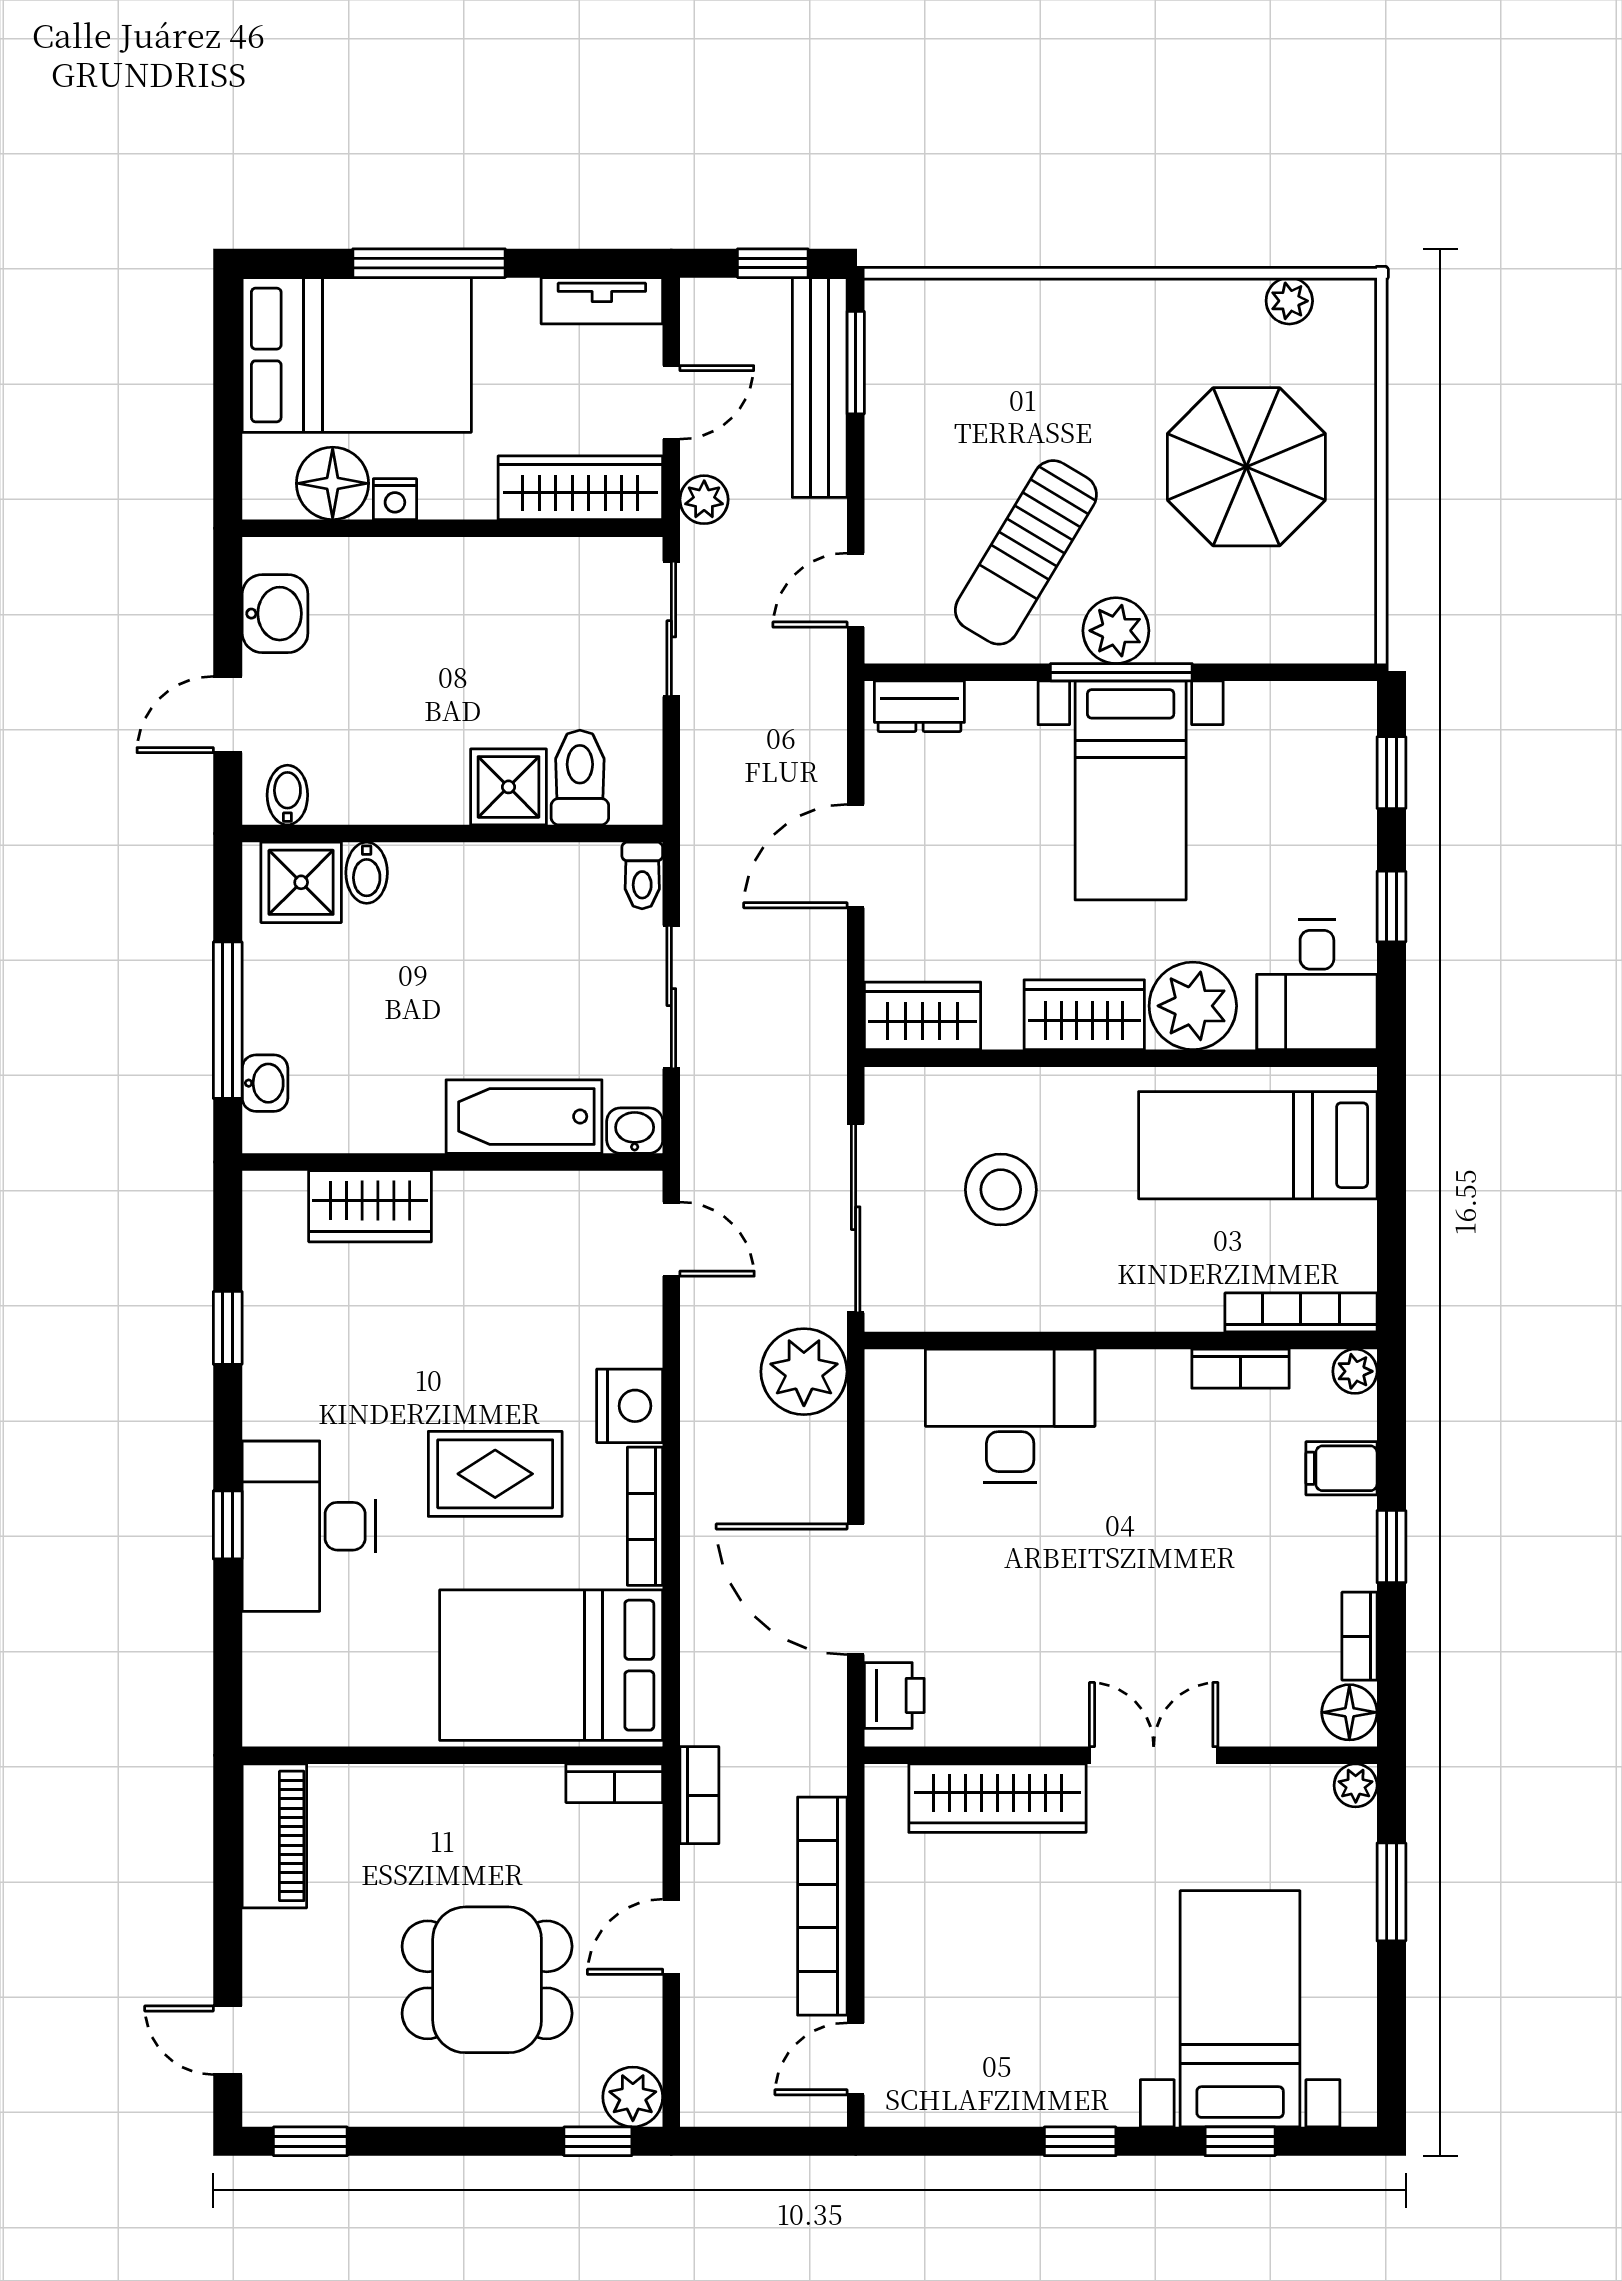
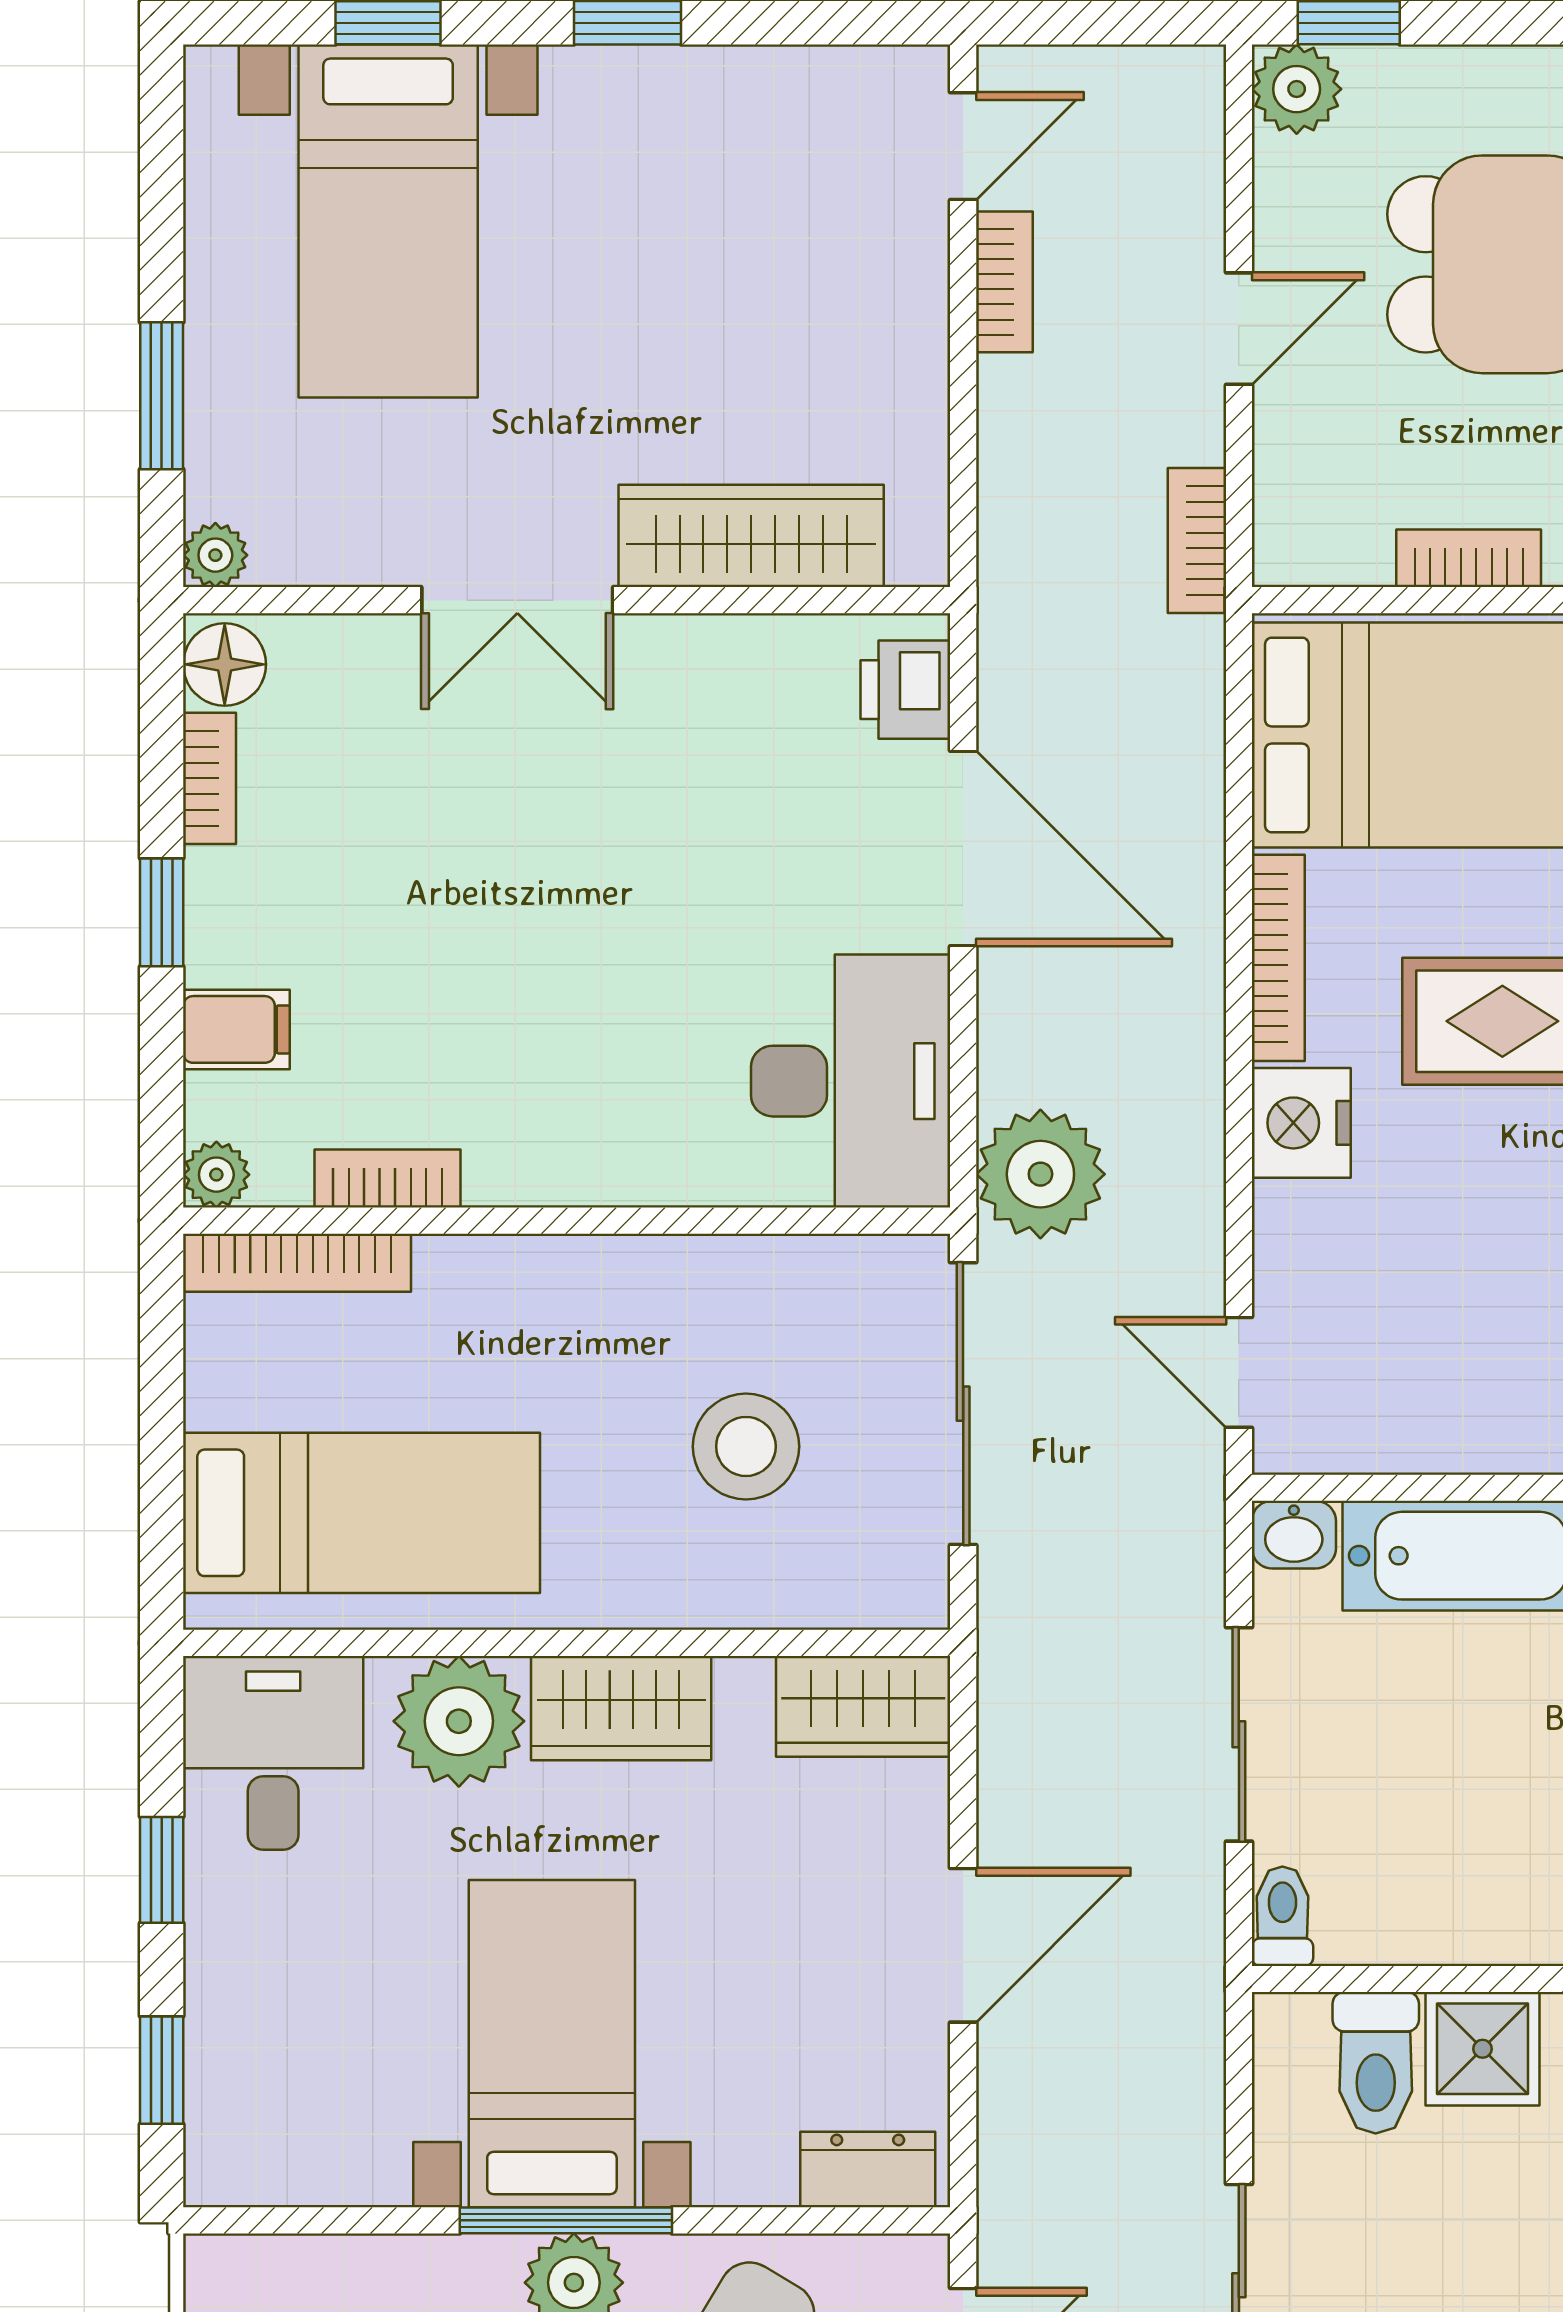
desk: (1010, 1416) -> (851, 1081), moved, turned -90
bookcase: (614, 1783) -> (1469, 558), moved
bookcase: (822, 1906) -> (1004, 282), width x0.43, depth x0.76

